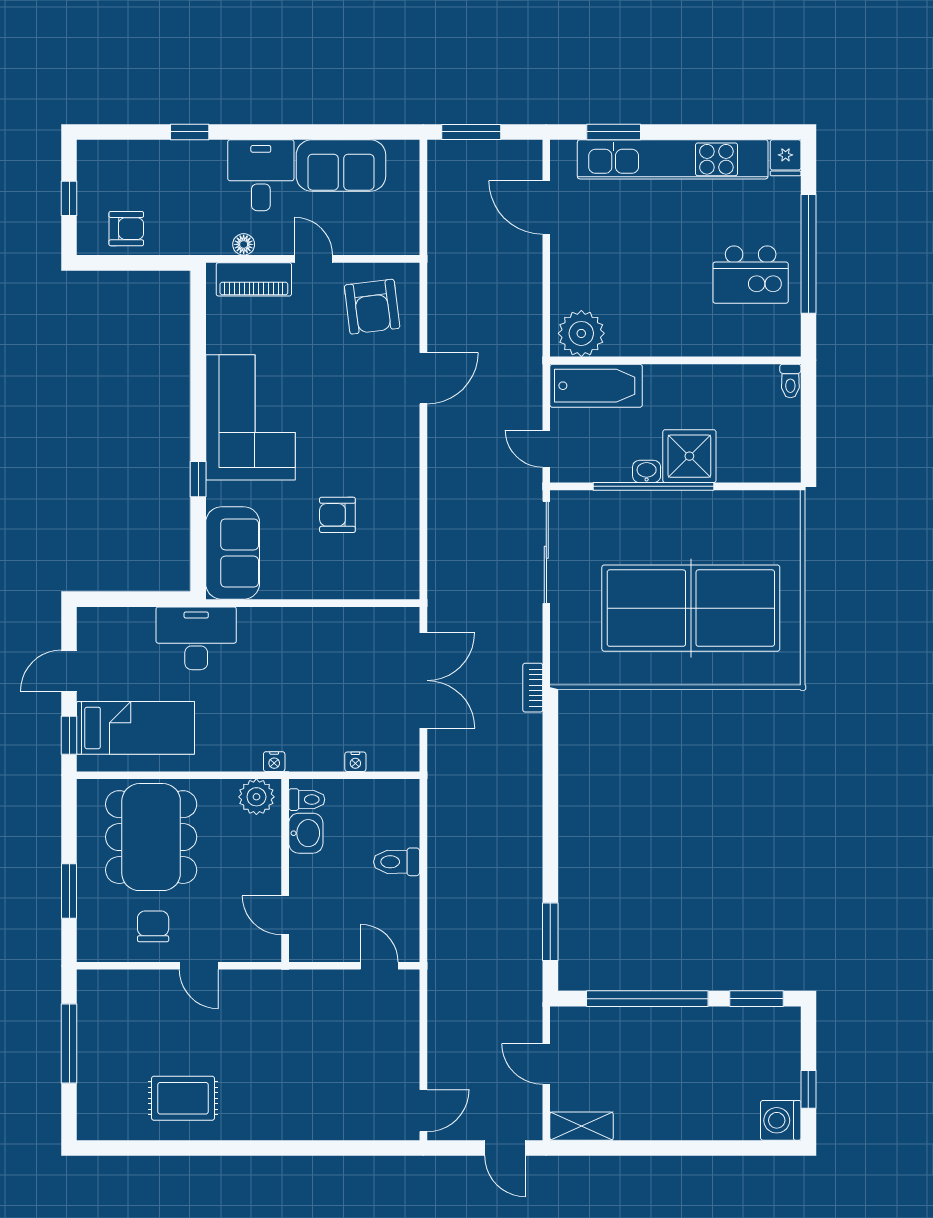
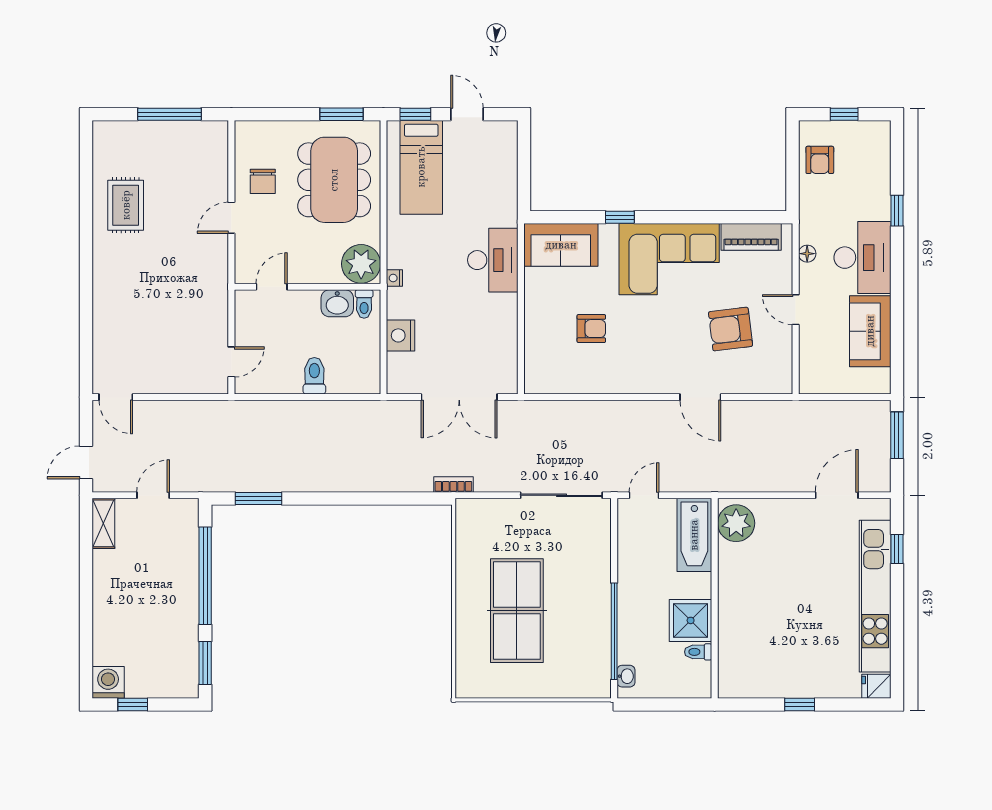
window: (614, 132) -> (897, 549), width x0.67
desk: (261, 175) -> (862, 258), width x1.37
window: (808, 254) -> (800, 705), width x0.32
door: (314, 259) -> (796, 310), swing flipped
kitchen island: (751, 275) -> (783, 658), removed
piano: (254, 279) -> (751, 237), moved, turned -90
armchair: (372, 307) -> (731, 329), moved
toilet: (790, 381) -> (698, 652), moved
shower: (689, 456) -> (691, 620), moved
washbasin: (647, 471) -> (626, 676), moved
window: (653, 486) -> (614, 631), moved
armchair: (337, 515) -> (591, 329), turned 90
table tennis table: (691, 608) -> (517, 611), width x0.73, depth x0.76
desk: (196, 638) -> (493, 260), moved
nightstand: (355, 762) -> (400, 335), width x1.89, depth x1.79
plant: (256, 797) -> (361, 264), width x1.36, depth x1.36
dining table: (151, 837) -> (334, 180), turned 90
window: (69, 891) -> (342, 114), moved
chair: (153, 926) -> (263, 181), turned 90

